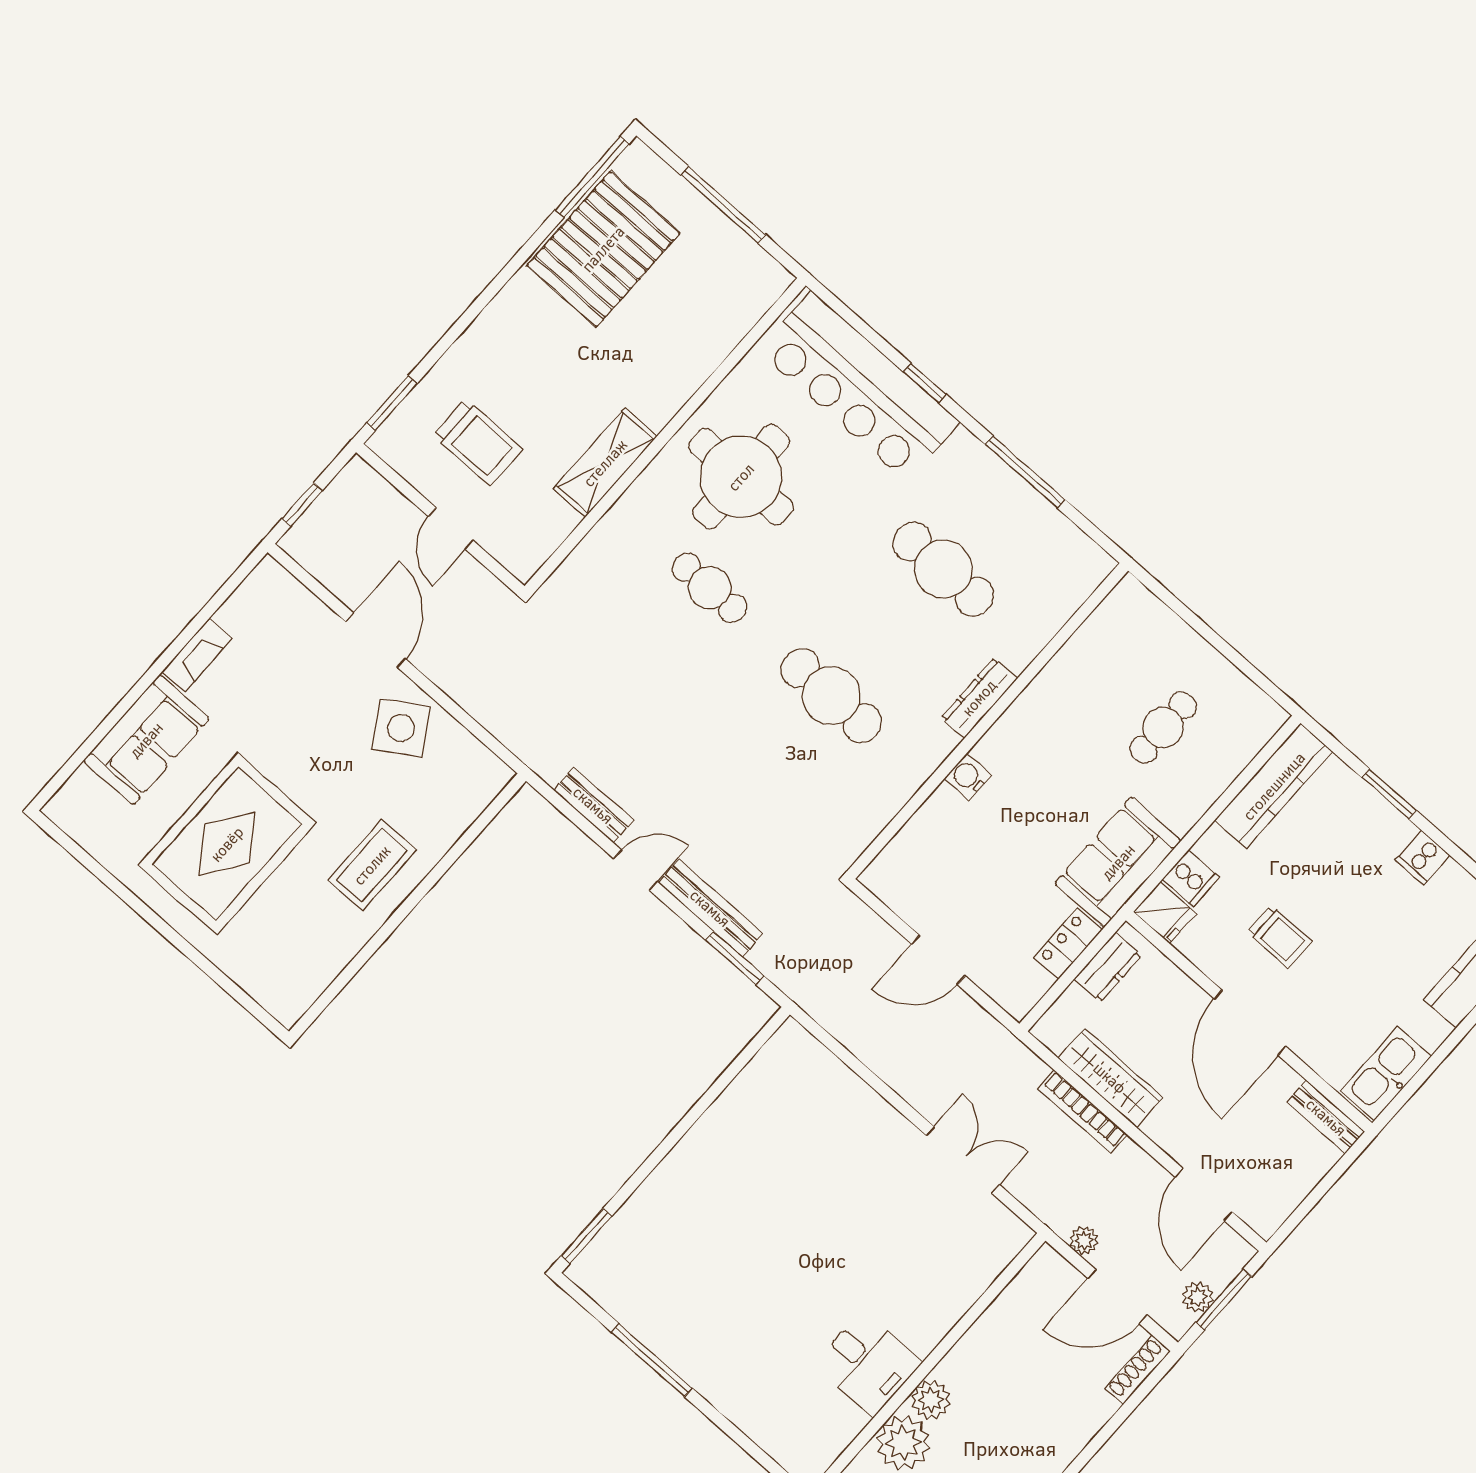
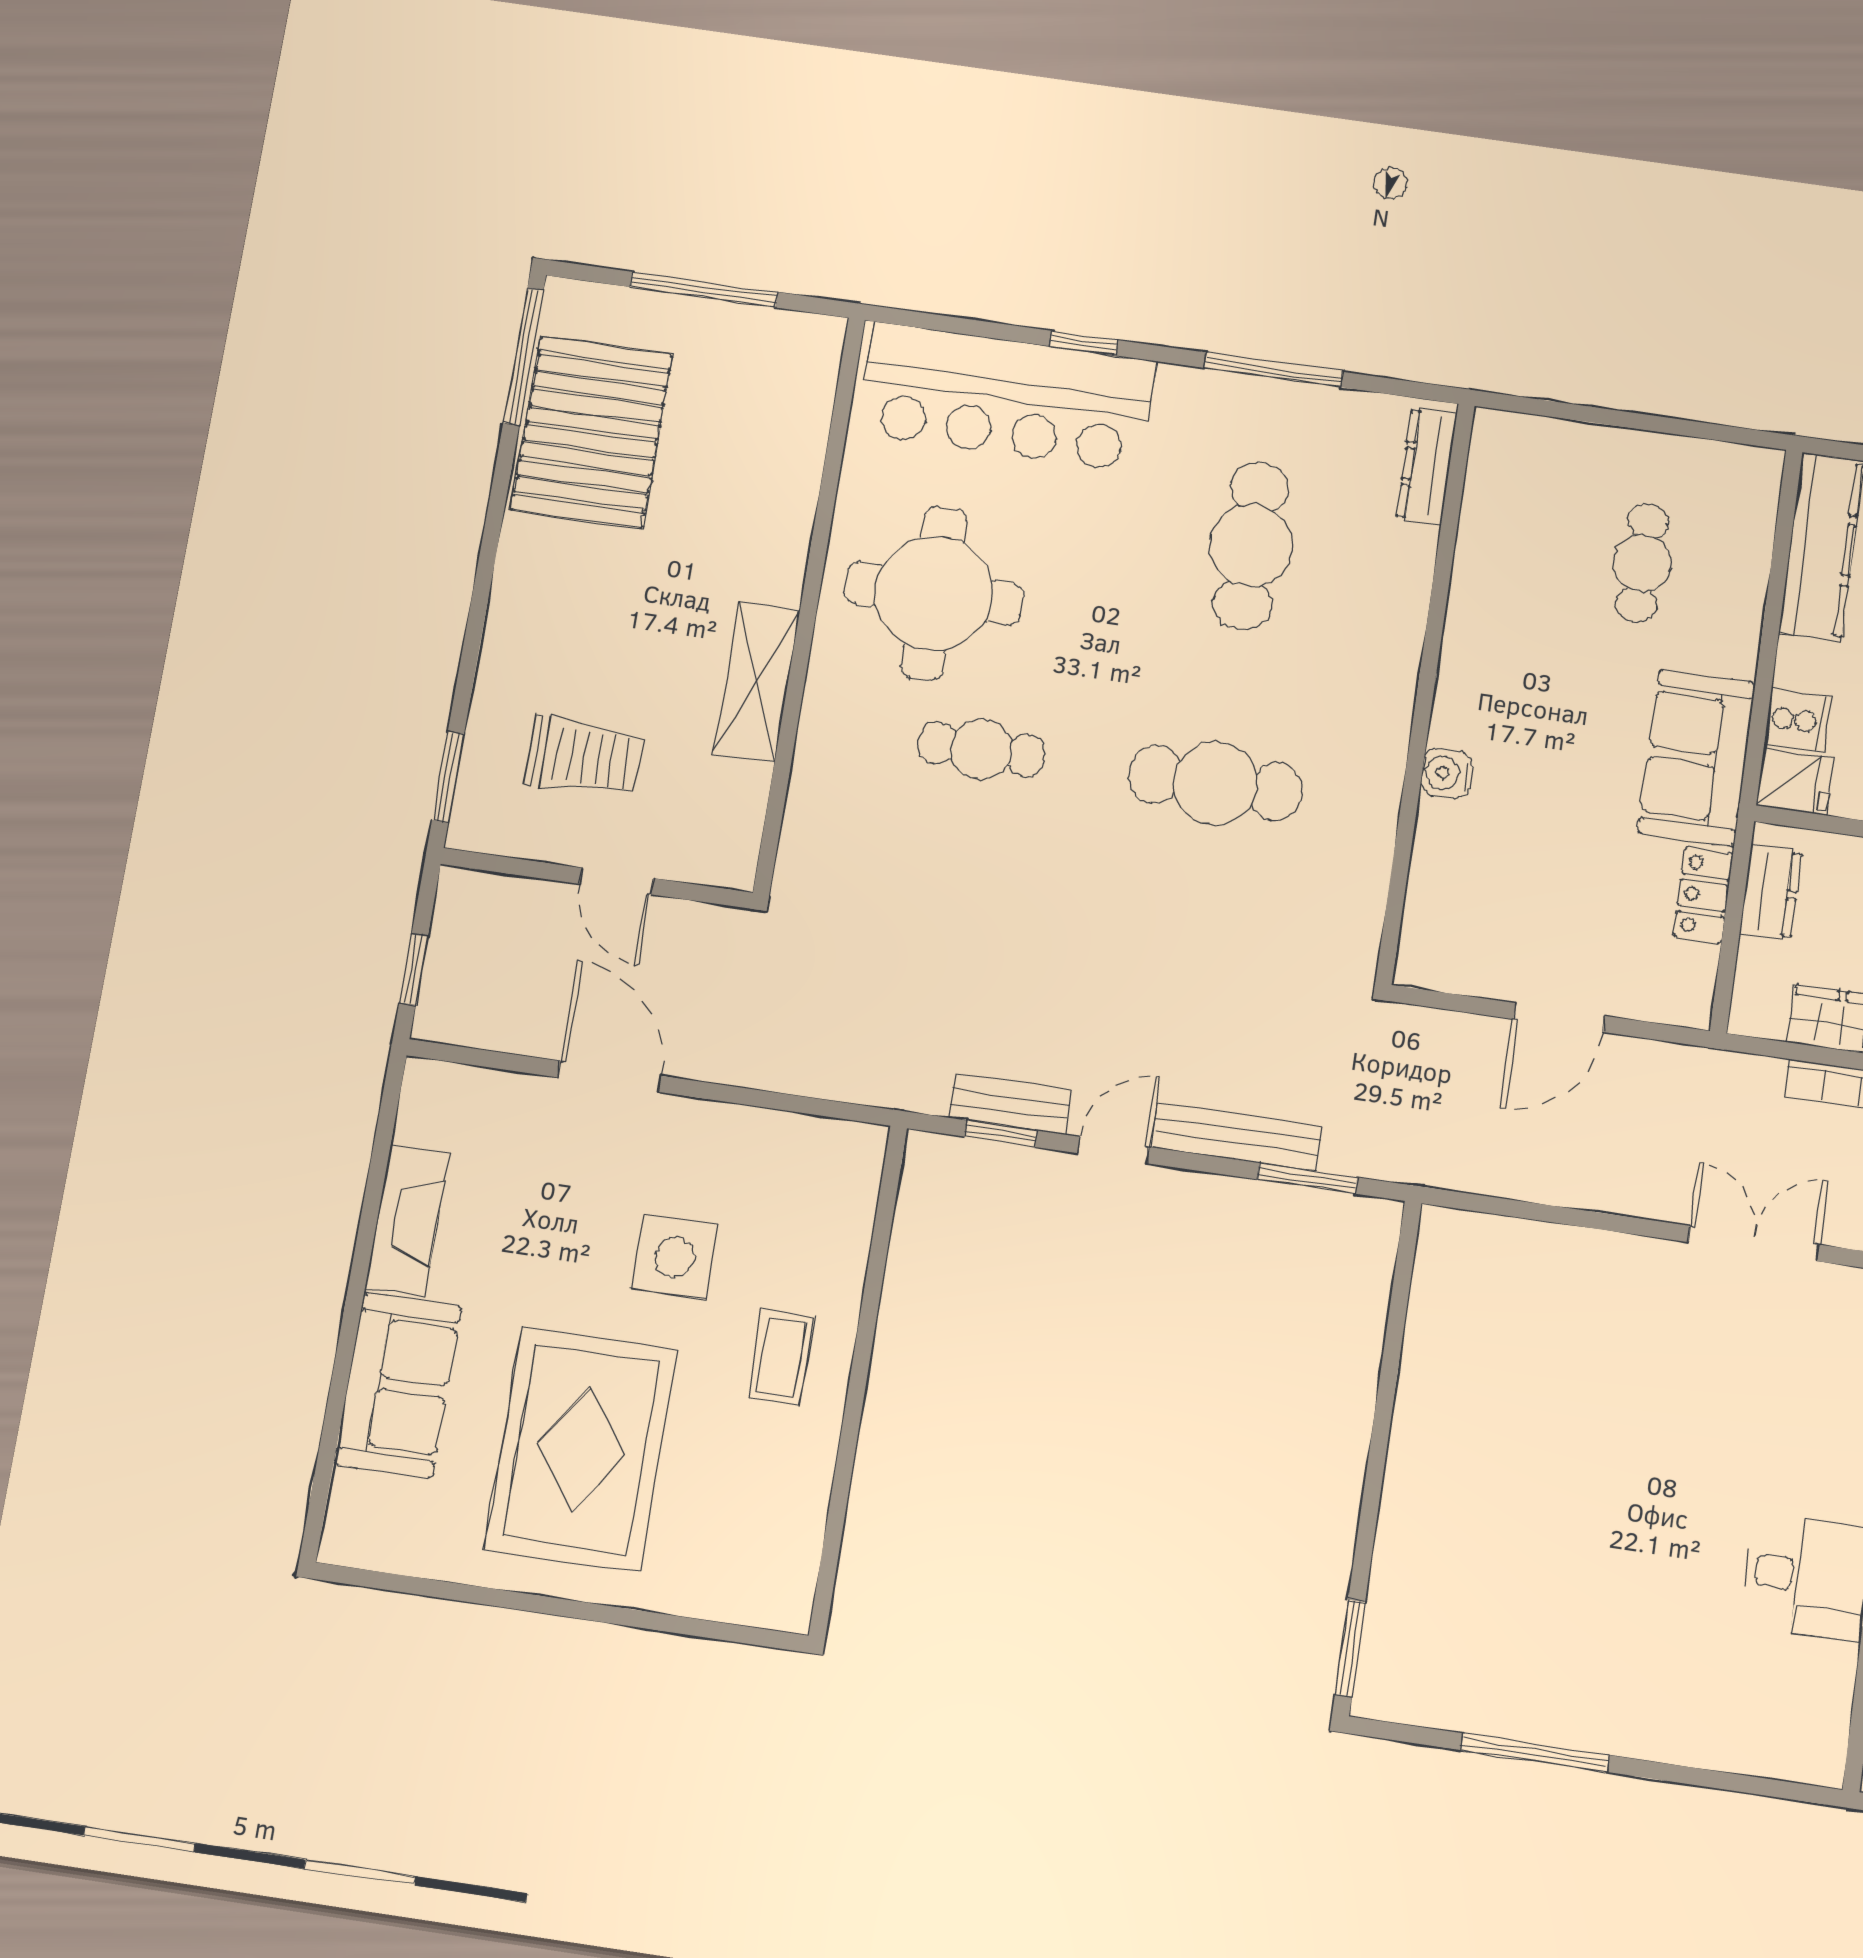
cafe table: (943, 569) -> (1251, 546), turned 90
fireplace: (197, 655) -> (407, 1220), width x1.37, depth x1.32
dresser: (979, 698) -> (1427, 466), moved
side table: (401, 728) -> (674, 1257), moved, turned 32
window: (577, 819) -> (1001, 1134), added
coffee table: (372, 865) -> (781, 1357), width x0.73, depth x0.77

